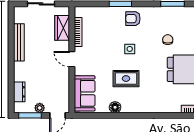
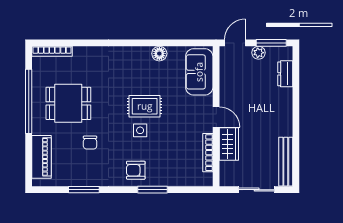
armchair: (133, 19) -> (136, 170), turned 180
wardrobe: (62, 28) -> (229, 144), moved
bench: (19, 42) -> (286, 162), moved
rug: (126, 79) -> (145, 106), moved

